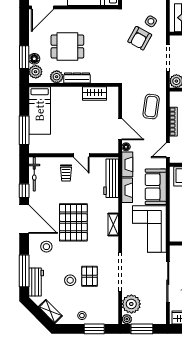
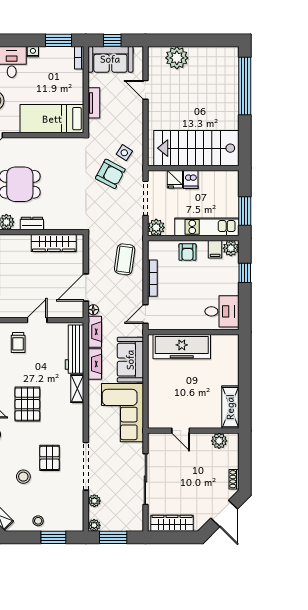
armchair: (140, 38) -> (110, 174), turned -91
dresser: (77, 78) -> (32, 224), width x0.70
wardrobe: (95, 94) -> (54, 243), width x1.50
door: (120, 129) -> (86, 288), swing flipped
door: (81, 155) -> (37, 320), swing flipped
pallet: (73, 222) -> (27, 404), width x0.73, depth x0.71
shelving: (113, 225) -> (77, 389), moved
pallet: (90, 276) -> (50, 458), moved
plant: (131, 304) -> (94, 501), width x0.53, depth x0.53

